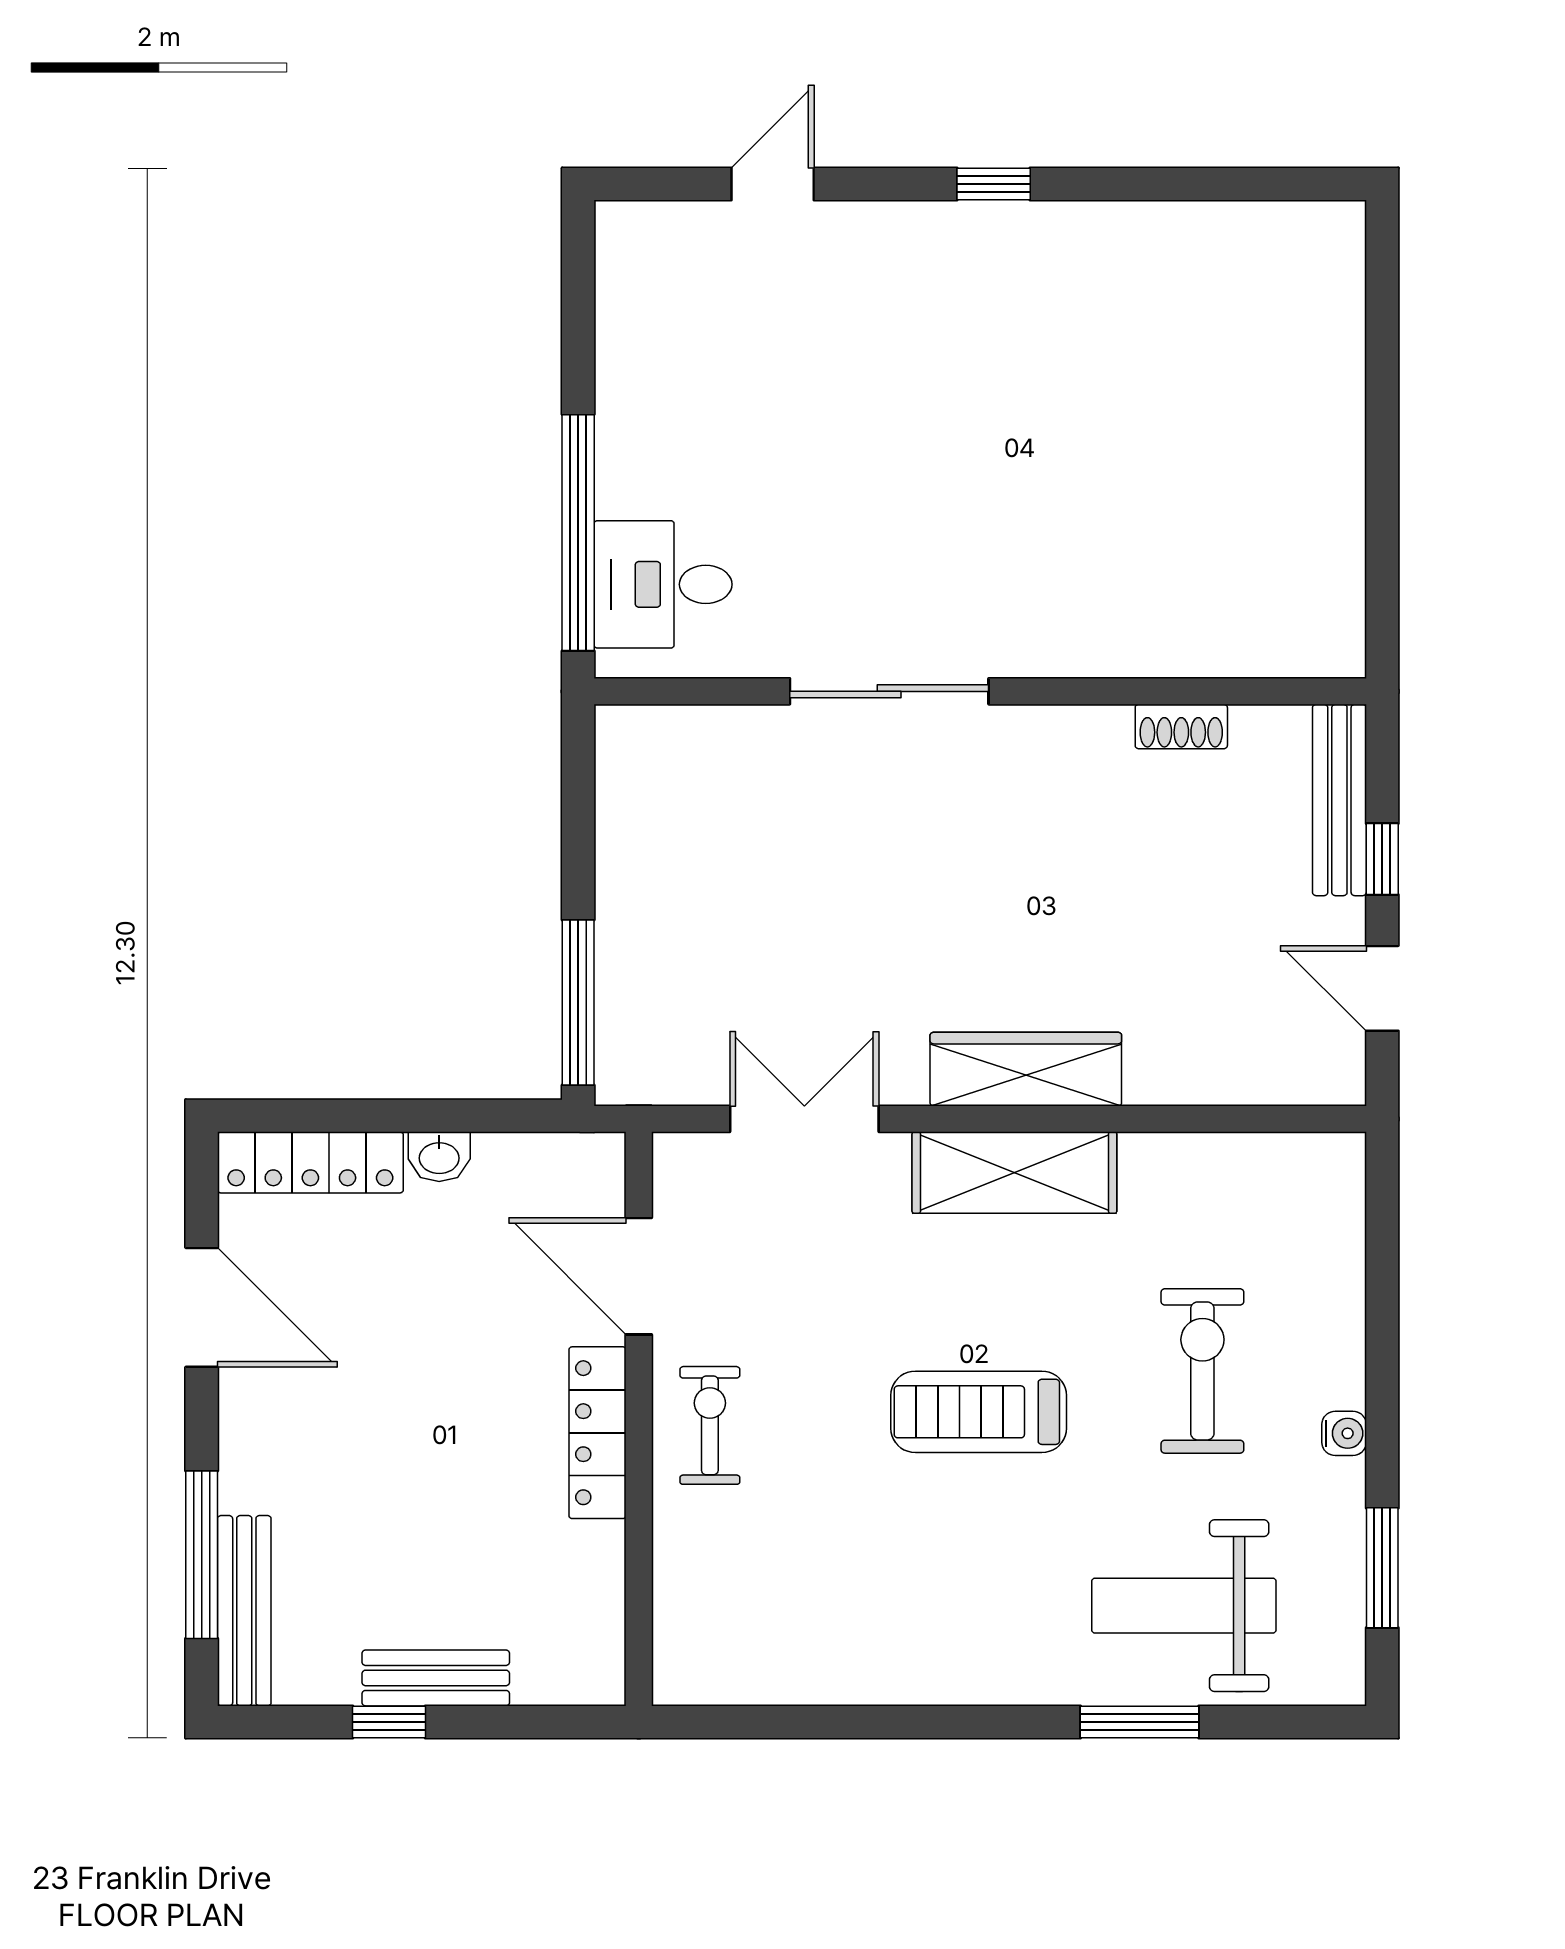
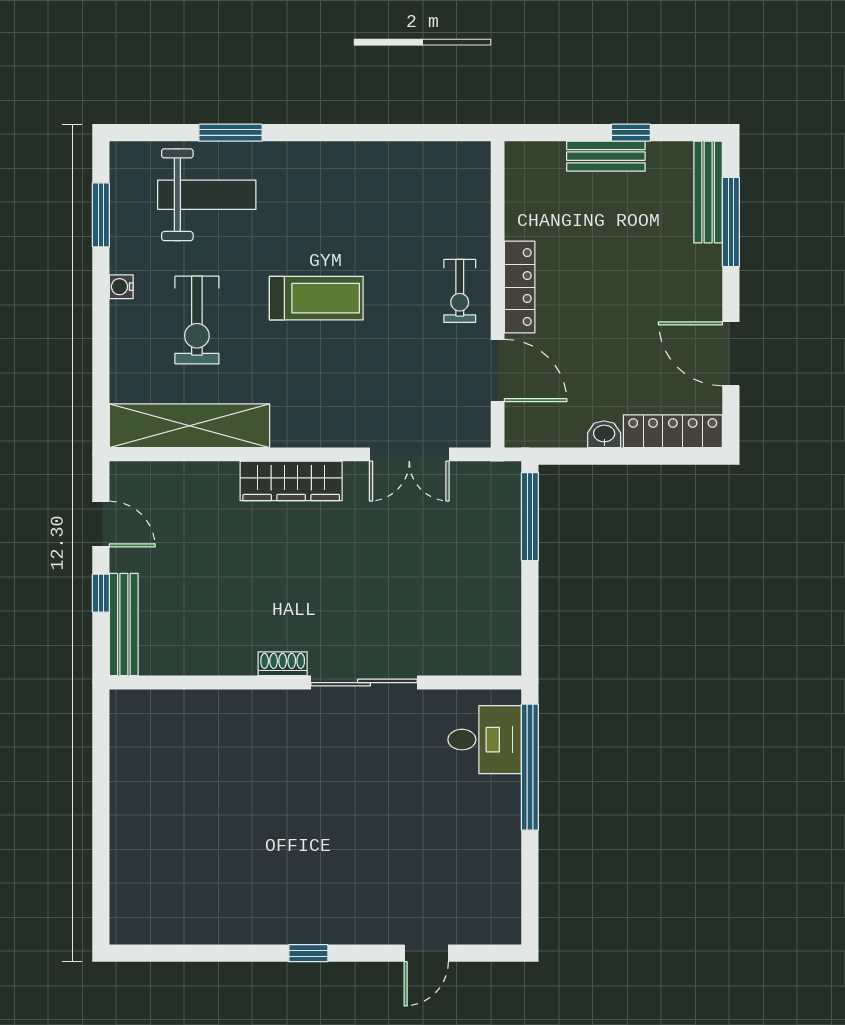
shoe rack: (1181, 726) -> (283, 664), moved
shelving: (1014, 1173) -> (190, 426), moved, width x1.47

